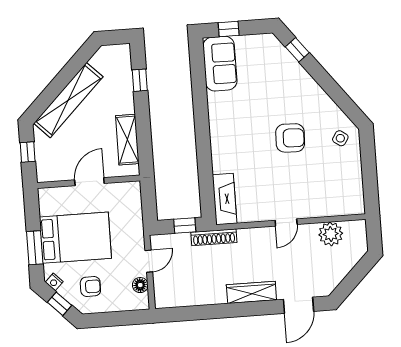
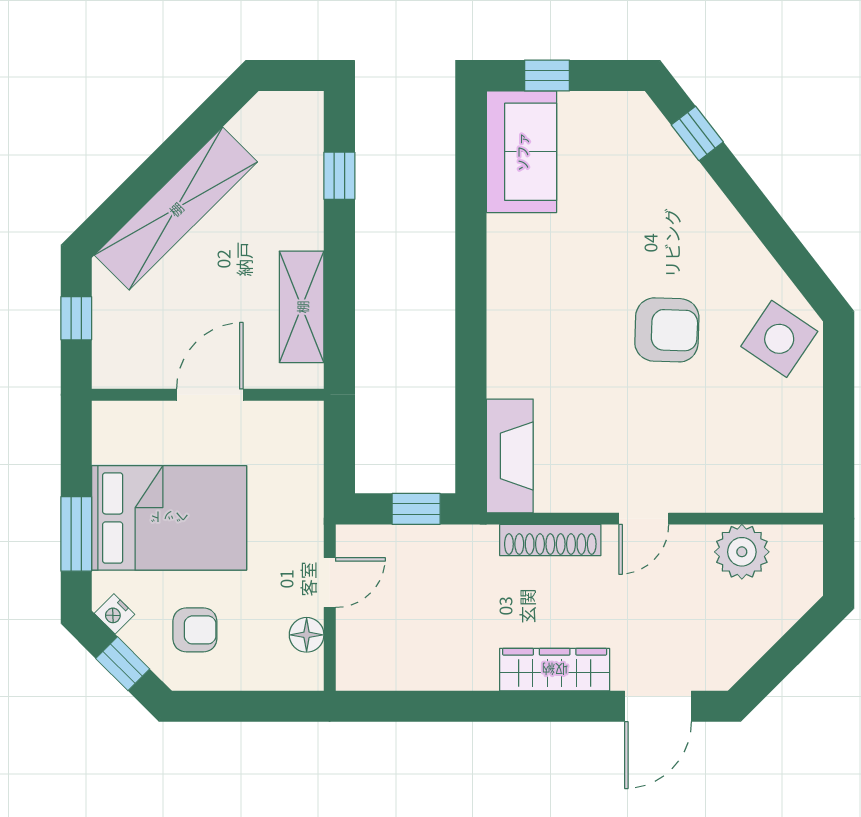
side table: (340, 138) -> (779, 339), width x1.87, depth x1.87
shoe rack: (214, 237) -> (550, 540), moved

